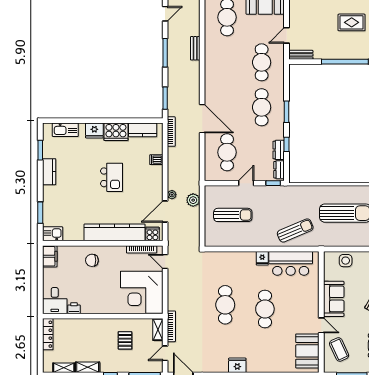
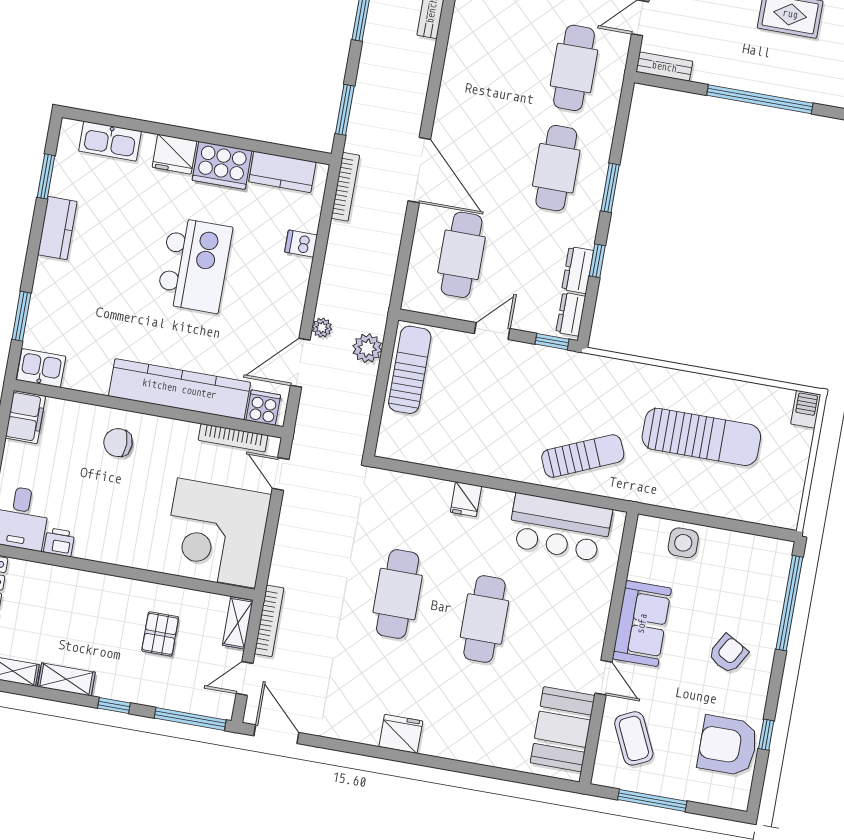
kitchen island: (112, 177) -> (194, 265), width x1.37, depth x1.28
sun lounger: (233, 215) -> (410, 370), moved, turned -90
fridge: (262, 258) -> (466, 499), moved

